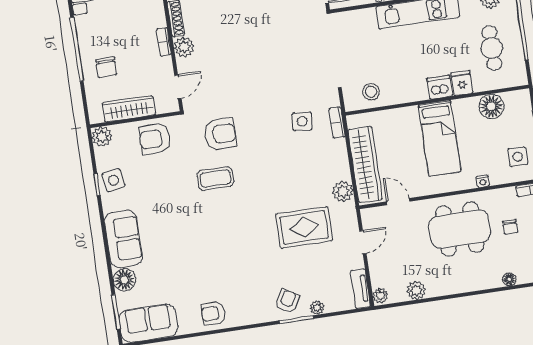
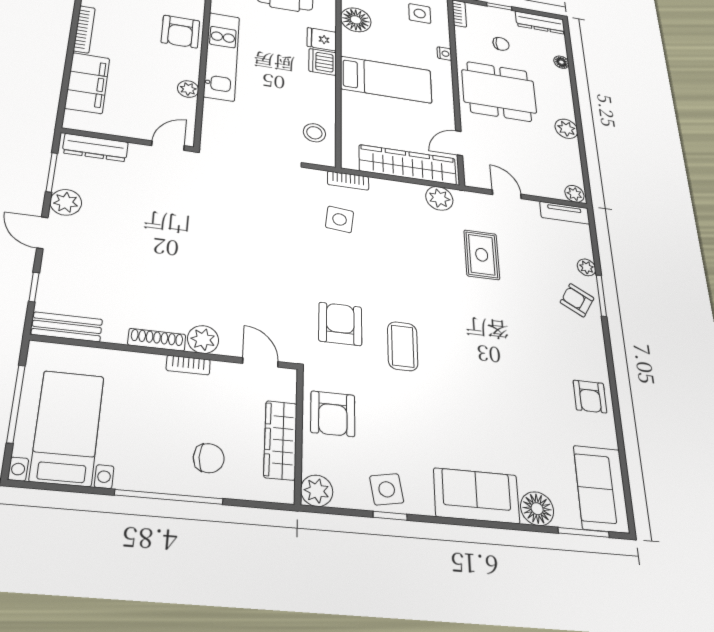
rug: (304, 227) -> (482, 255), width x0.73, depth x0.70
dining table: (460, 229) -> (499, 91), turned 90
plant: (416, 290) -> (566, 129), moved

